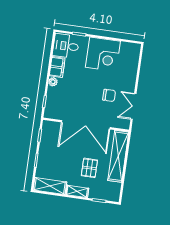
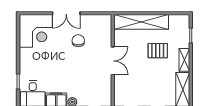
corner desk: (103, 54) -> (36, 31), moved, turned 90
double door: (133, 106) -> (66, 13), moved
double door: (86, 125) -> (113, 61), width x0.54

